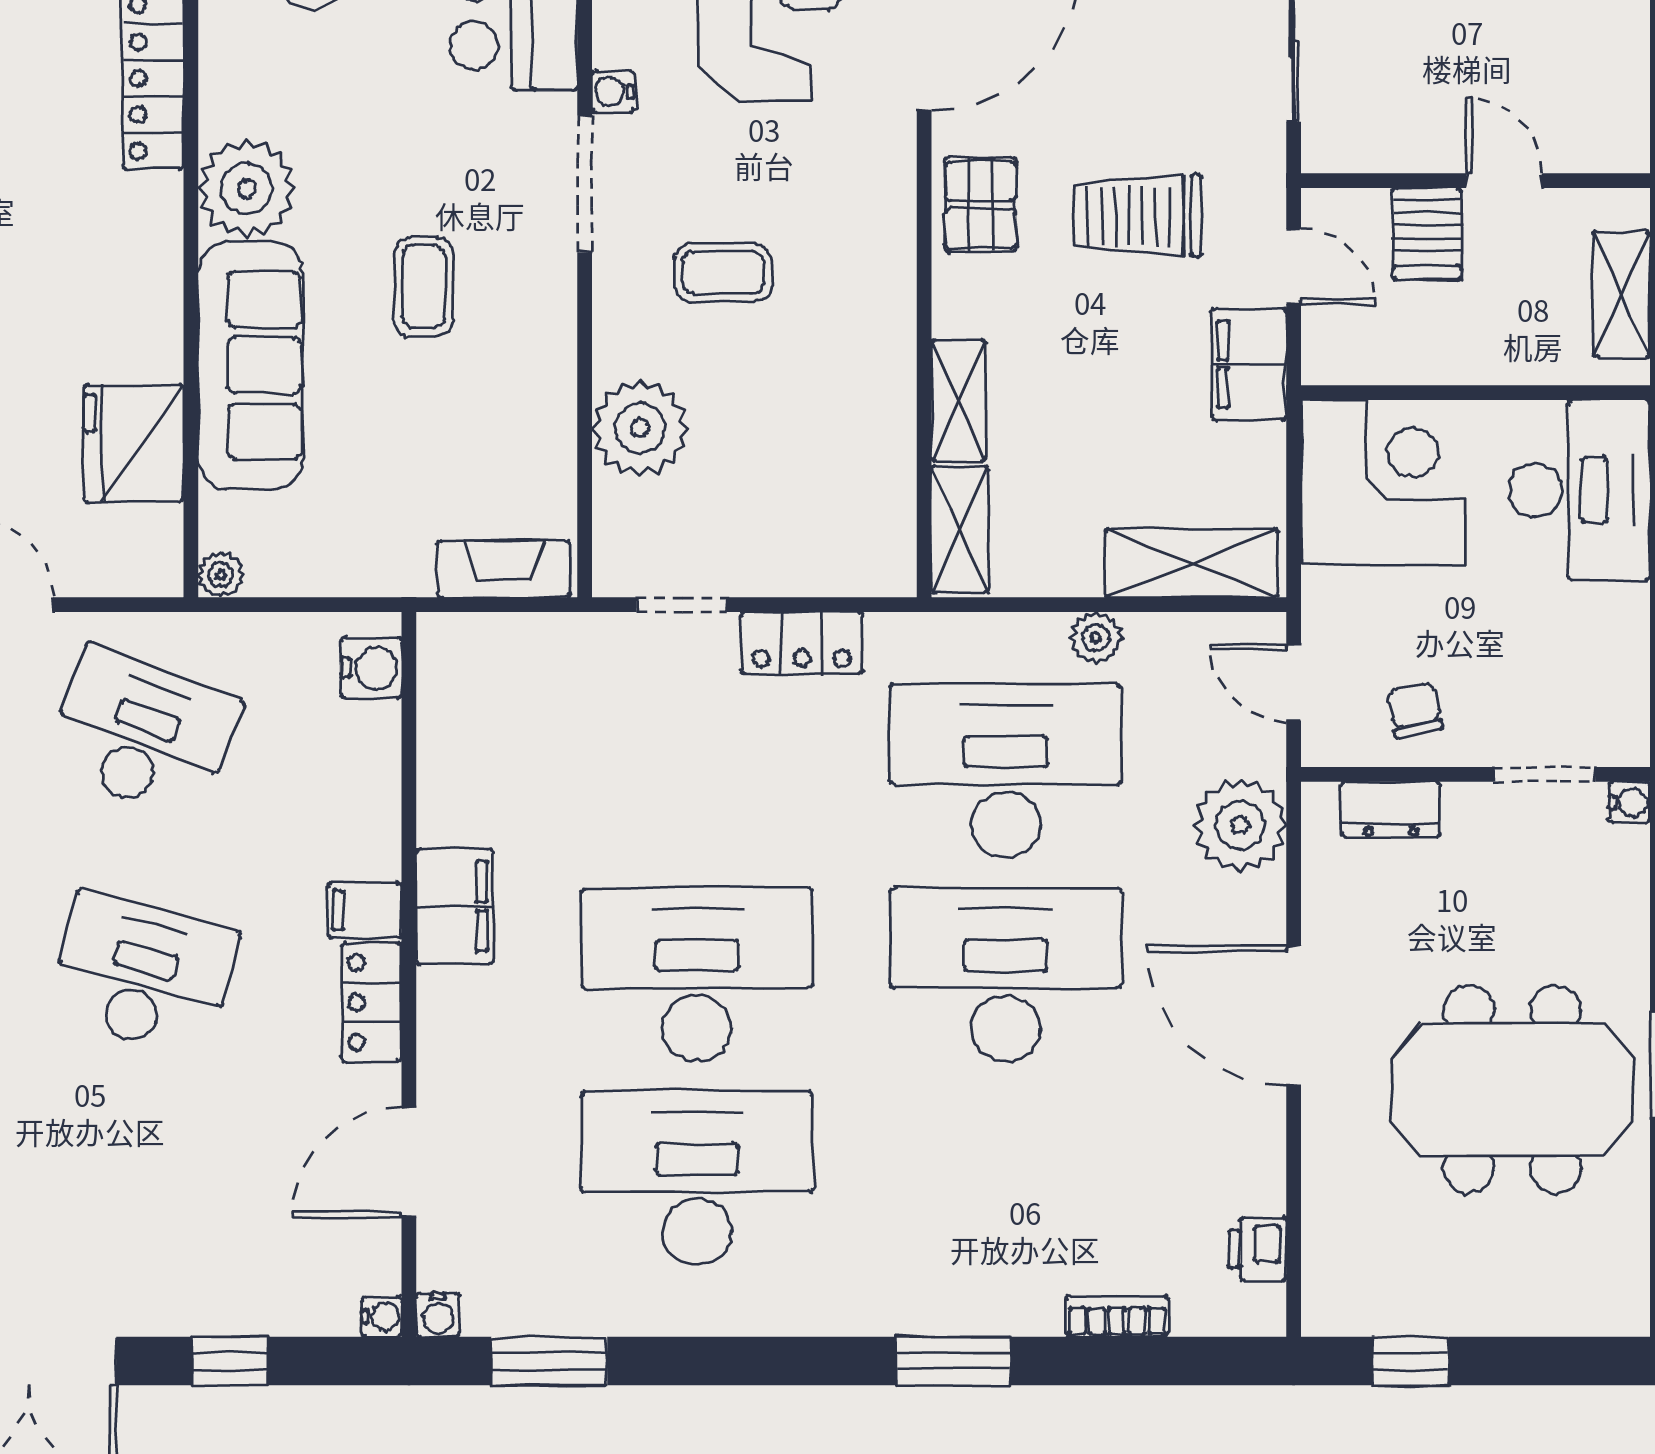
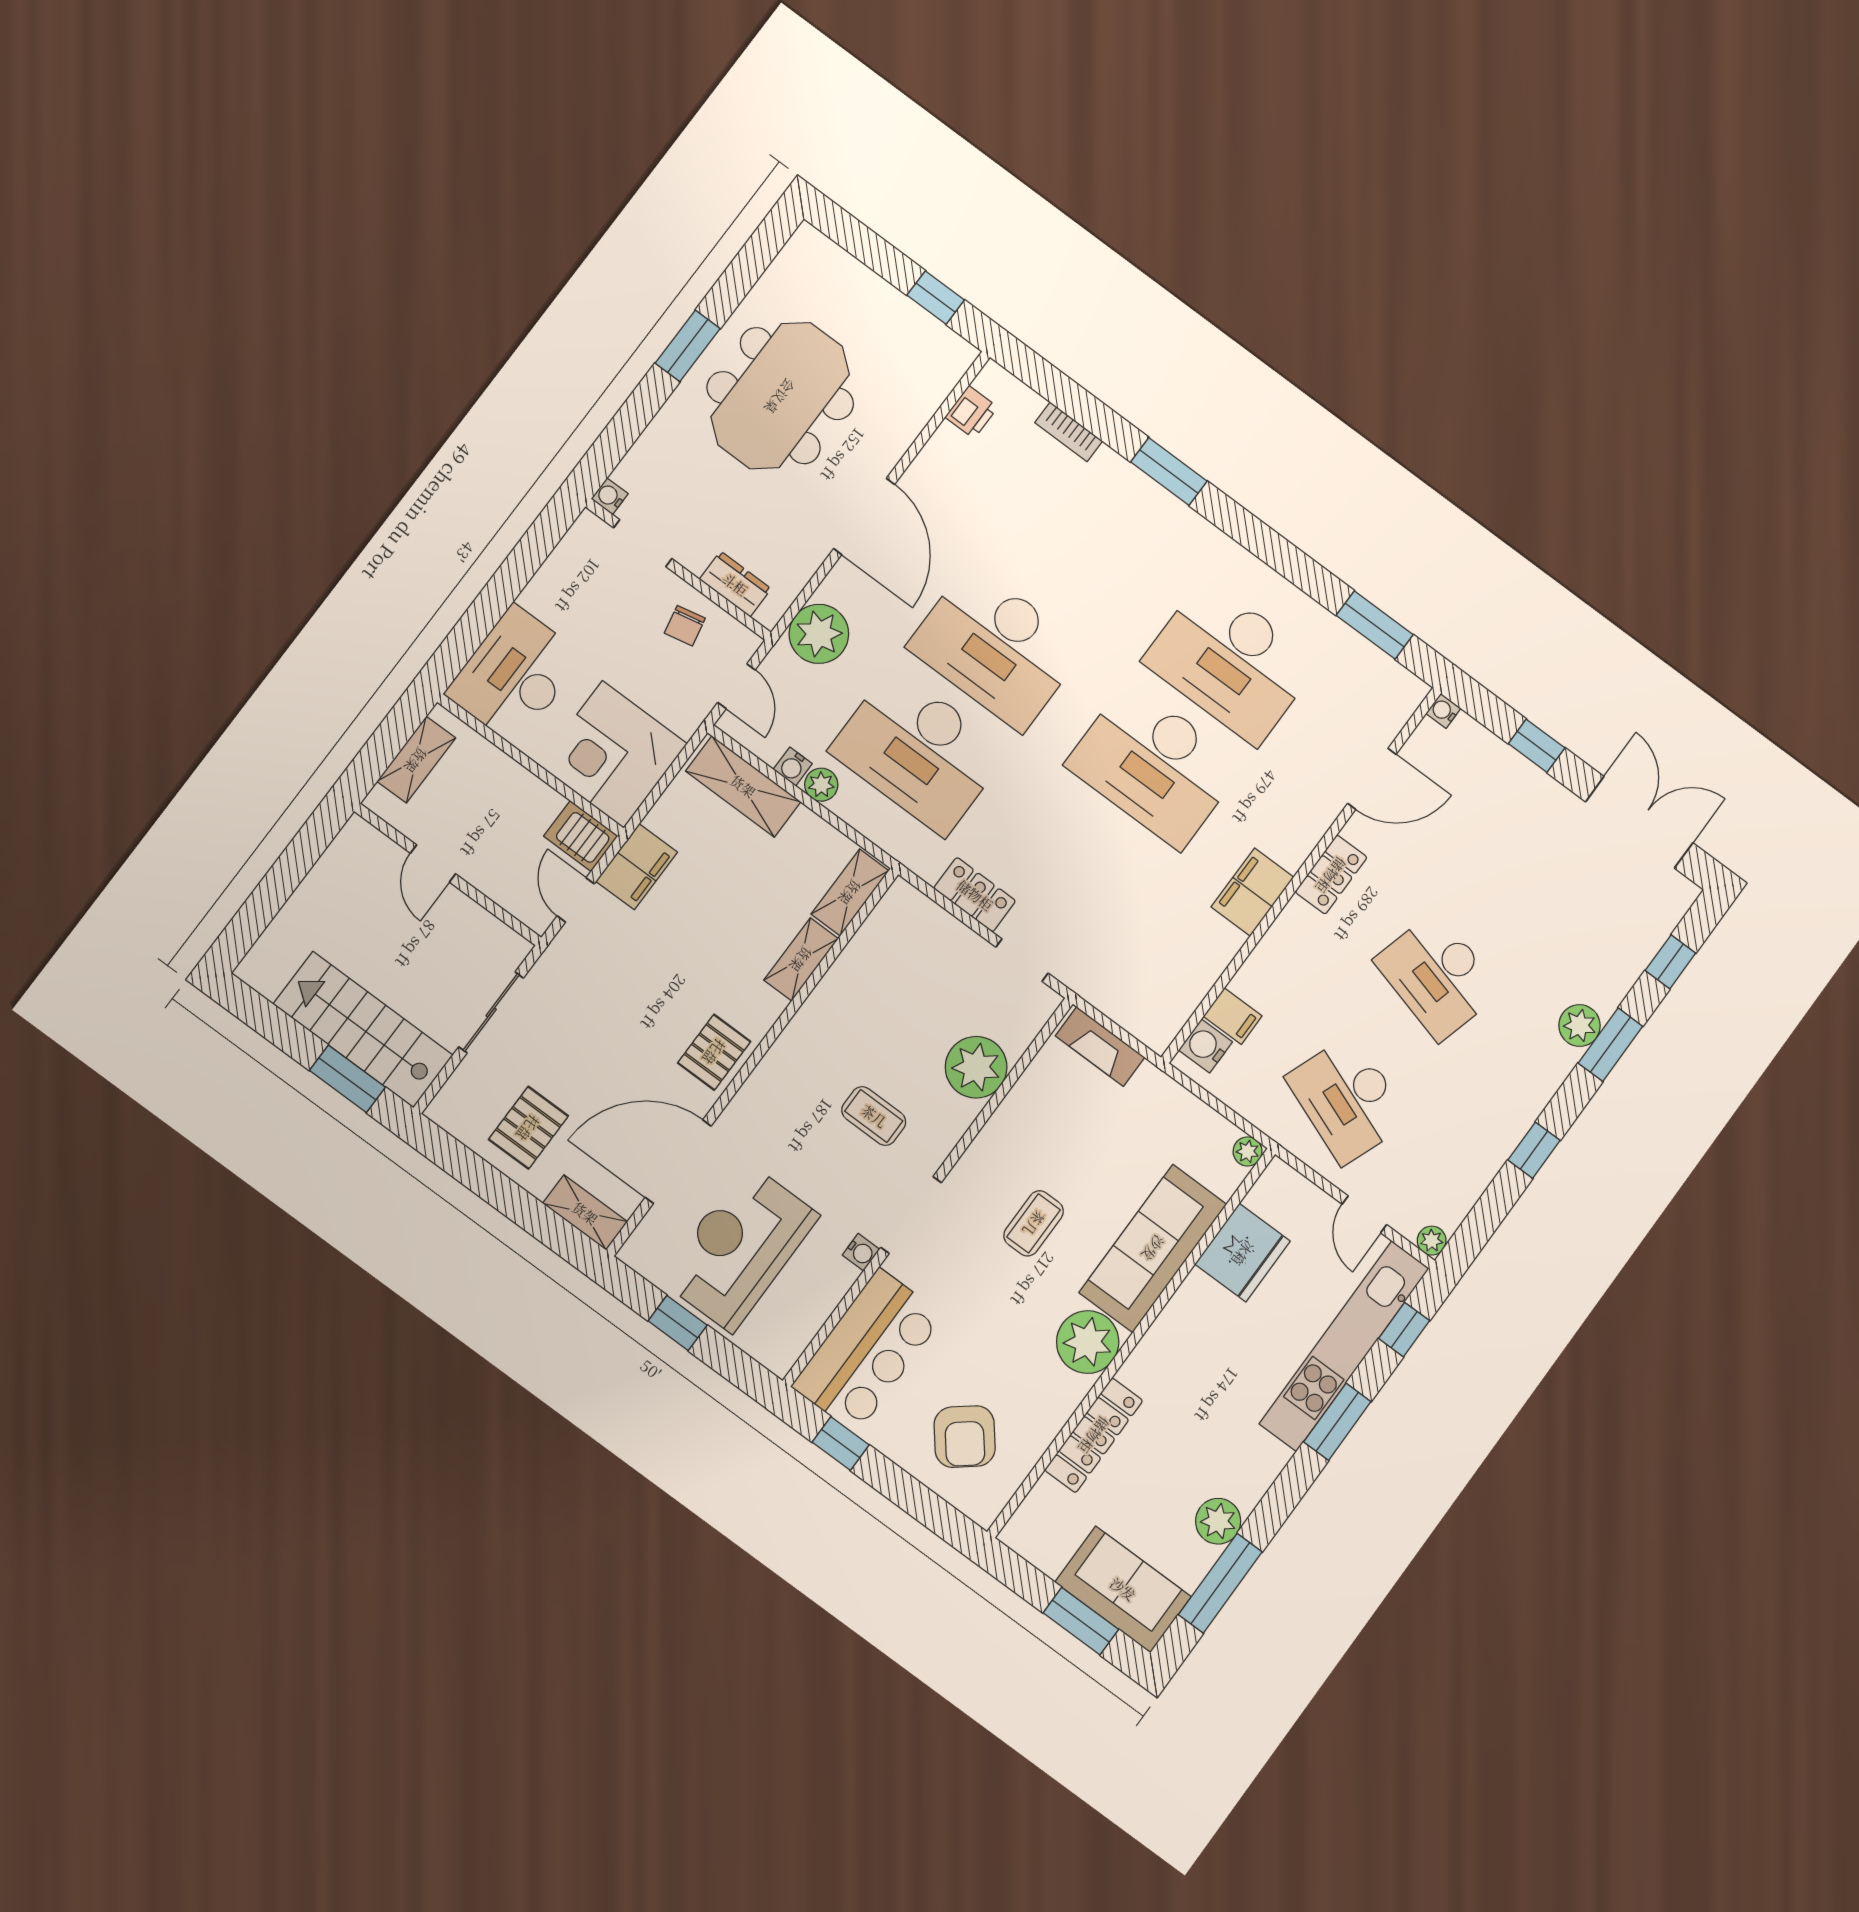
trolley: (1138, 216) -> (637, 986), removed
server rack: (1427, 234) -> (581, 836), moved, turned -90
filing cabinet: (365, 910) -> (1233, 1016), moved
meeting table: (1512, 1089) -> (780, 396), turned 90
water cooler: (438, 1315) -> (793, 767), moved, turned 180

